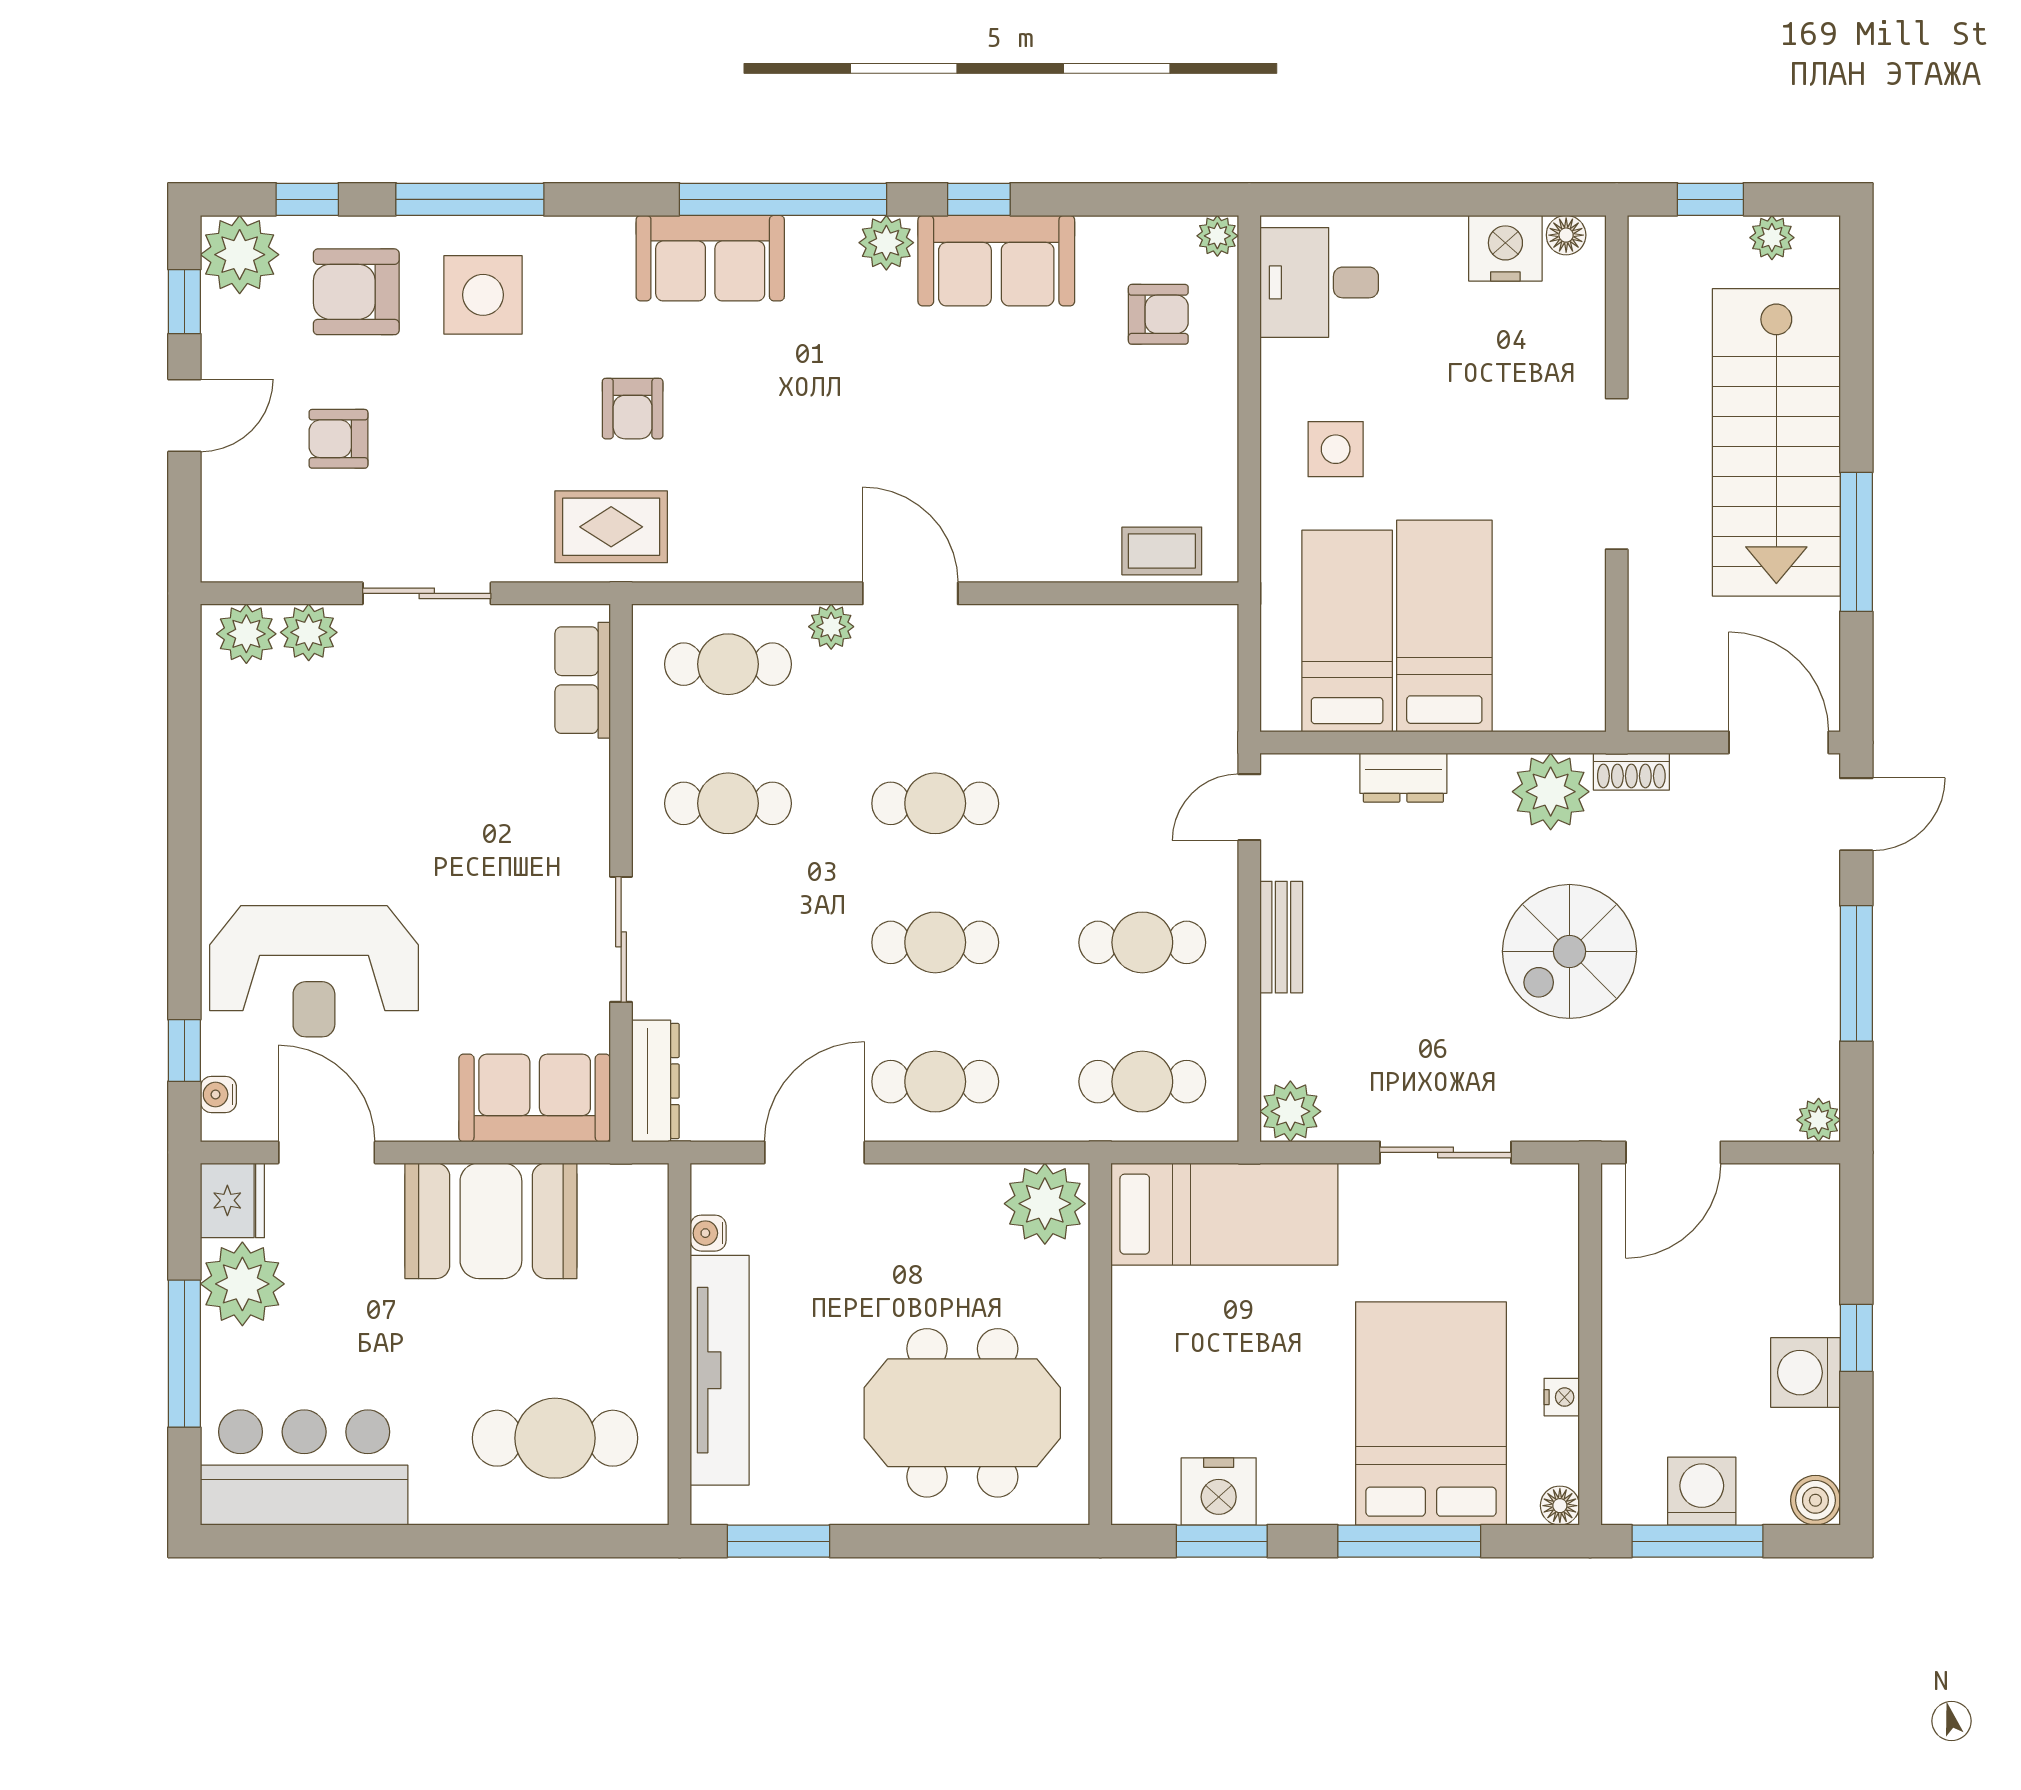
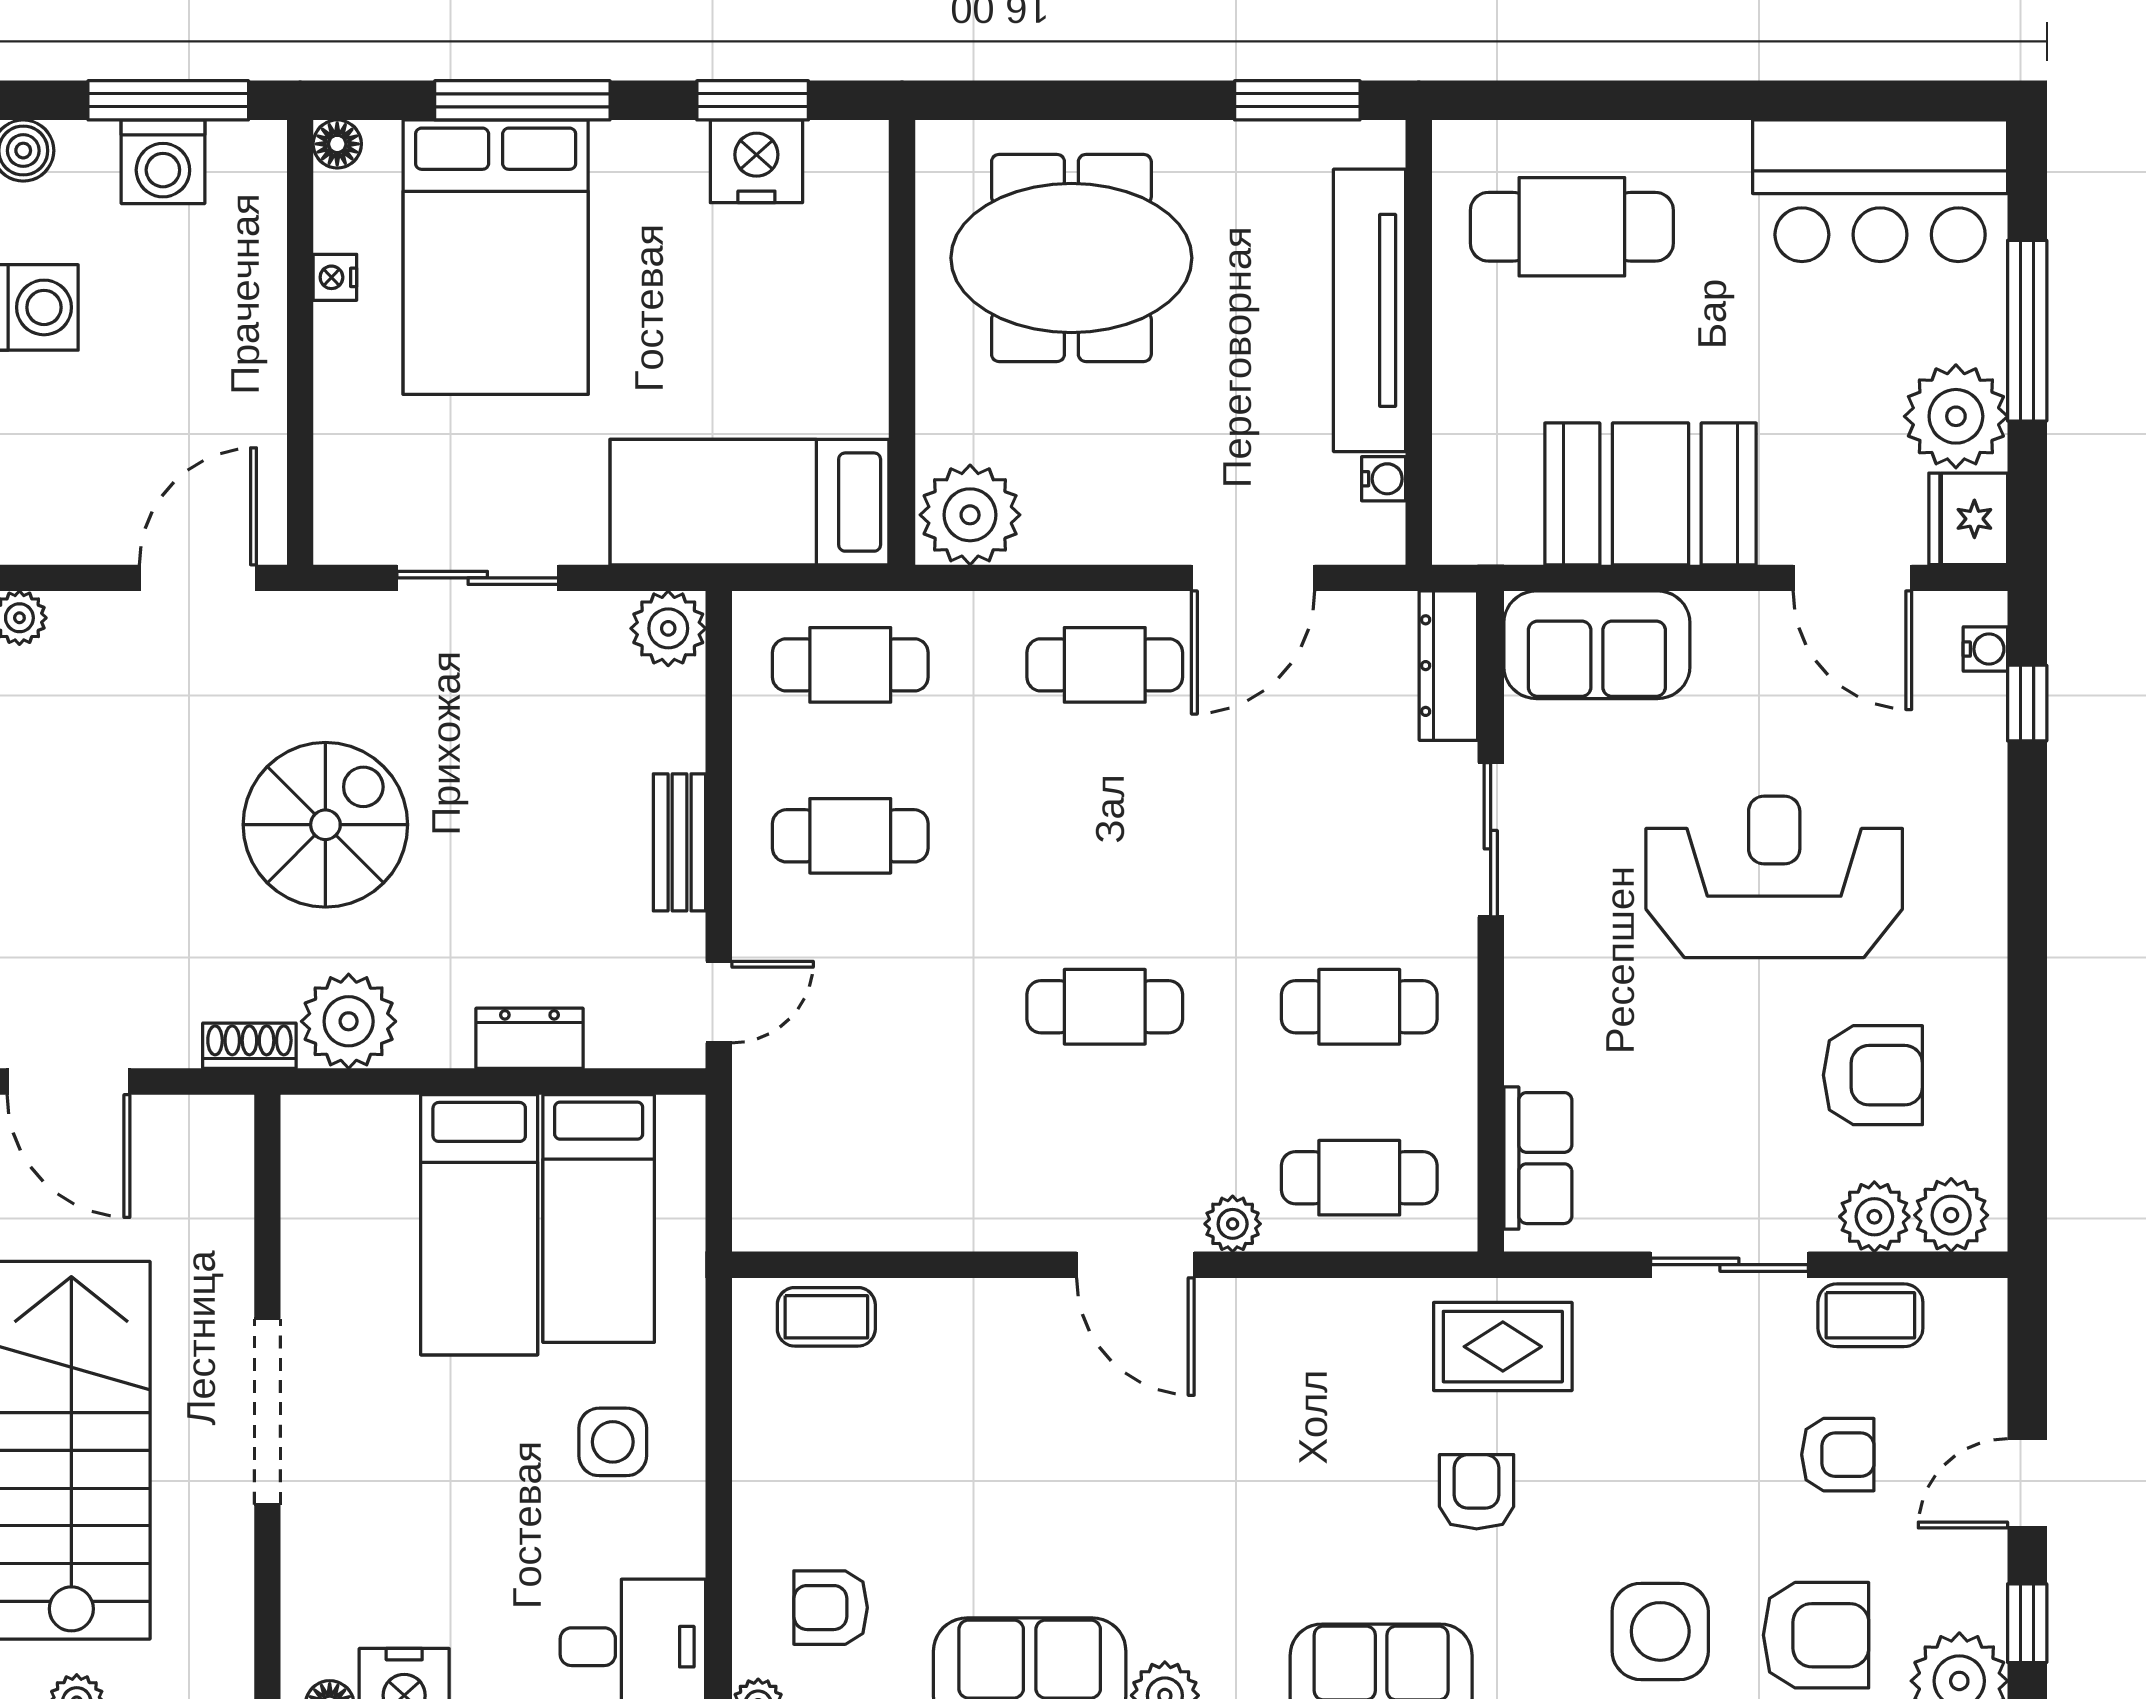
coffee table: (312, 552) -> (1870, 1315), added
armchair: (310, 748) -> (1873, 1075), added
cafe table: (935, 942) -> (1105, 836), removed
reception desk: (314, 971) -> (1774, 877), moved

